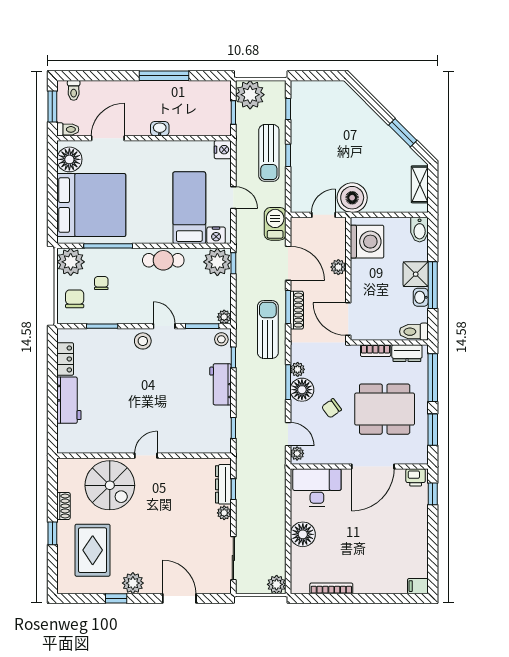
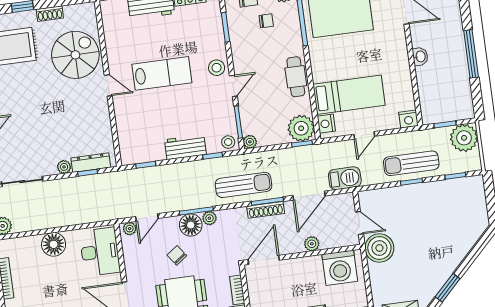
lab bench: (141, 398) -> (162, 73), added
spiral stairs: (110, 485) -> (75, 55), turned 180

